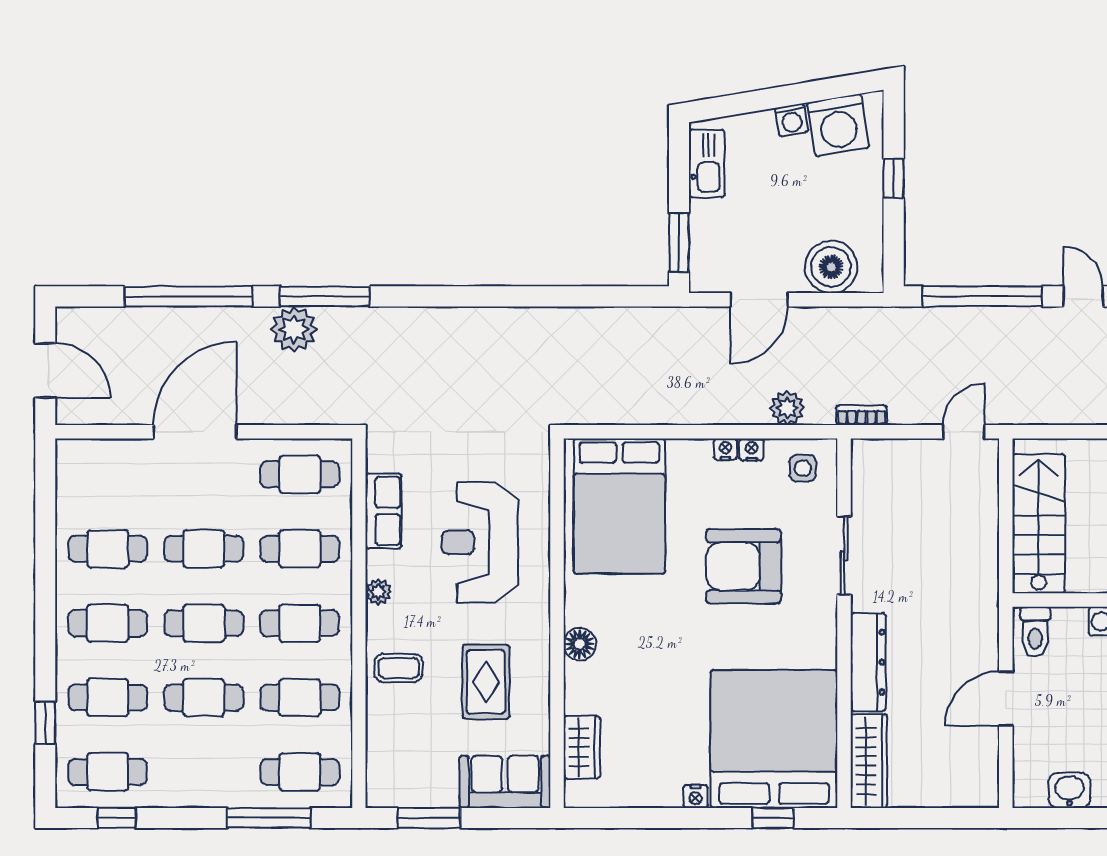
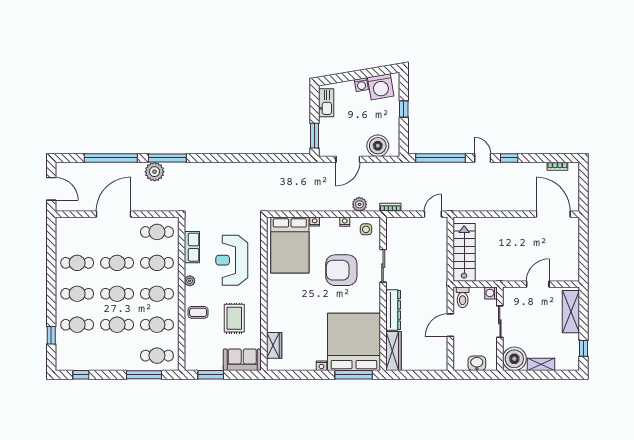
nightstand: (725, 449) -> (315, 221), moved
floor lamp: (580, 644) -> (273, 302), removed
cafe table: (108, 772) -> (77, 356), removed
window: (773, 818) -> (354, 375), width x2.17

